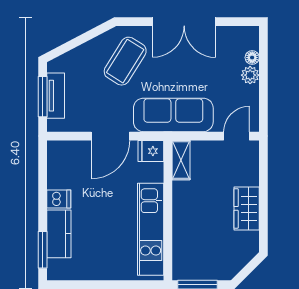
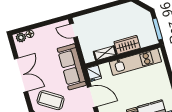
plant: (250, 75) -> (21, 38), moved
shelving: (181, 160) -> (105, 53), moved
wardrobe: (247, 208) -> (127, 45), moved, turned 180

